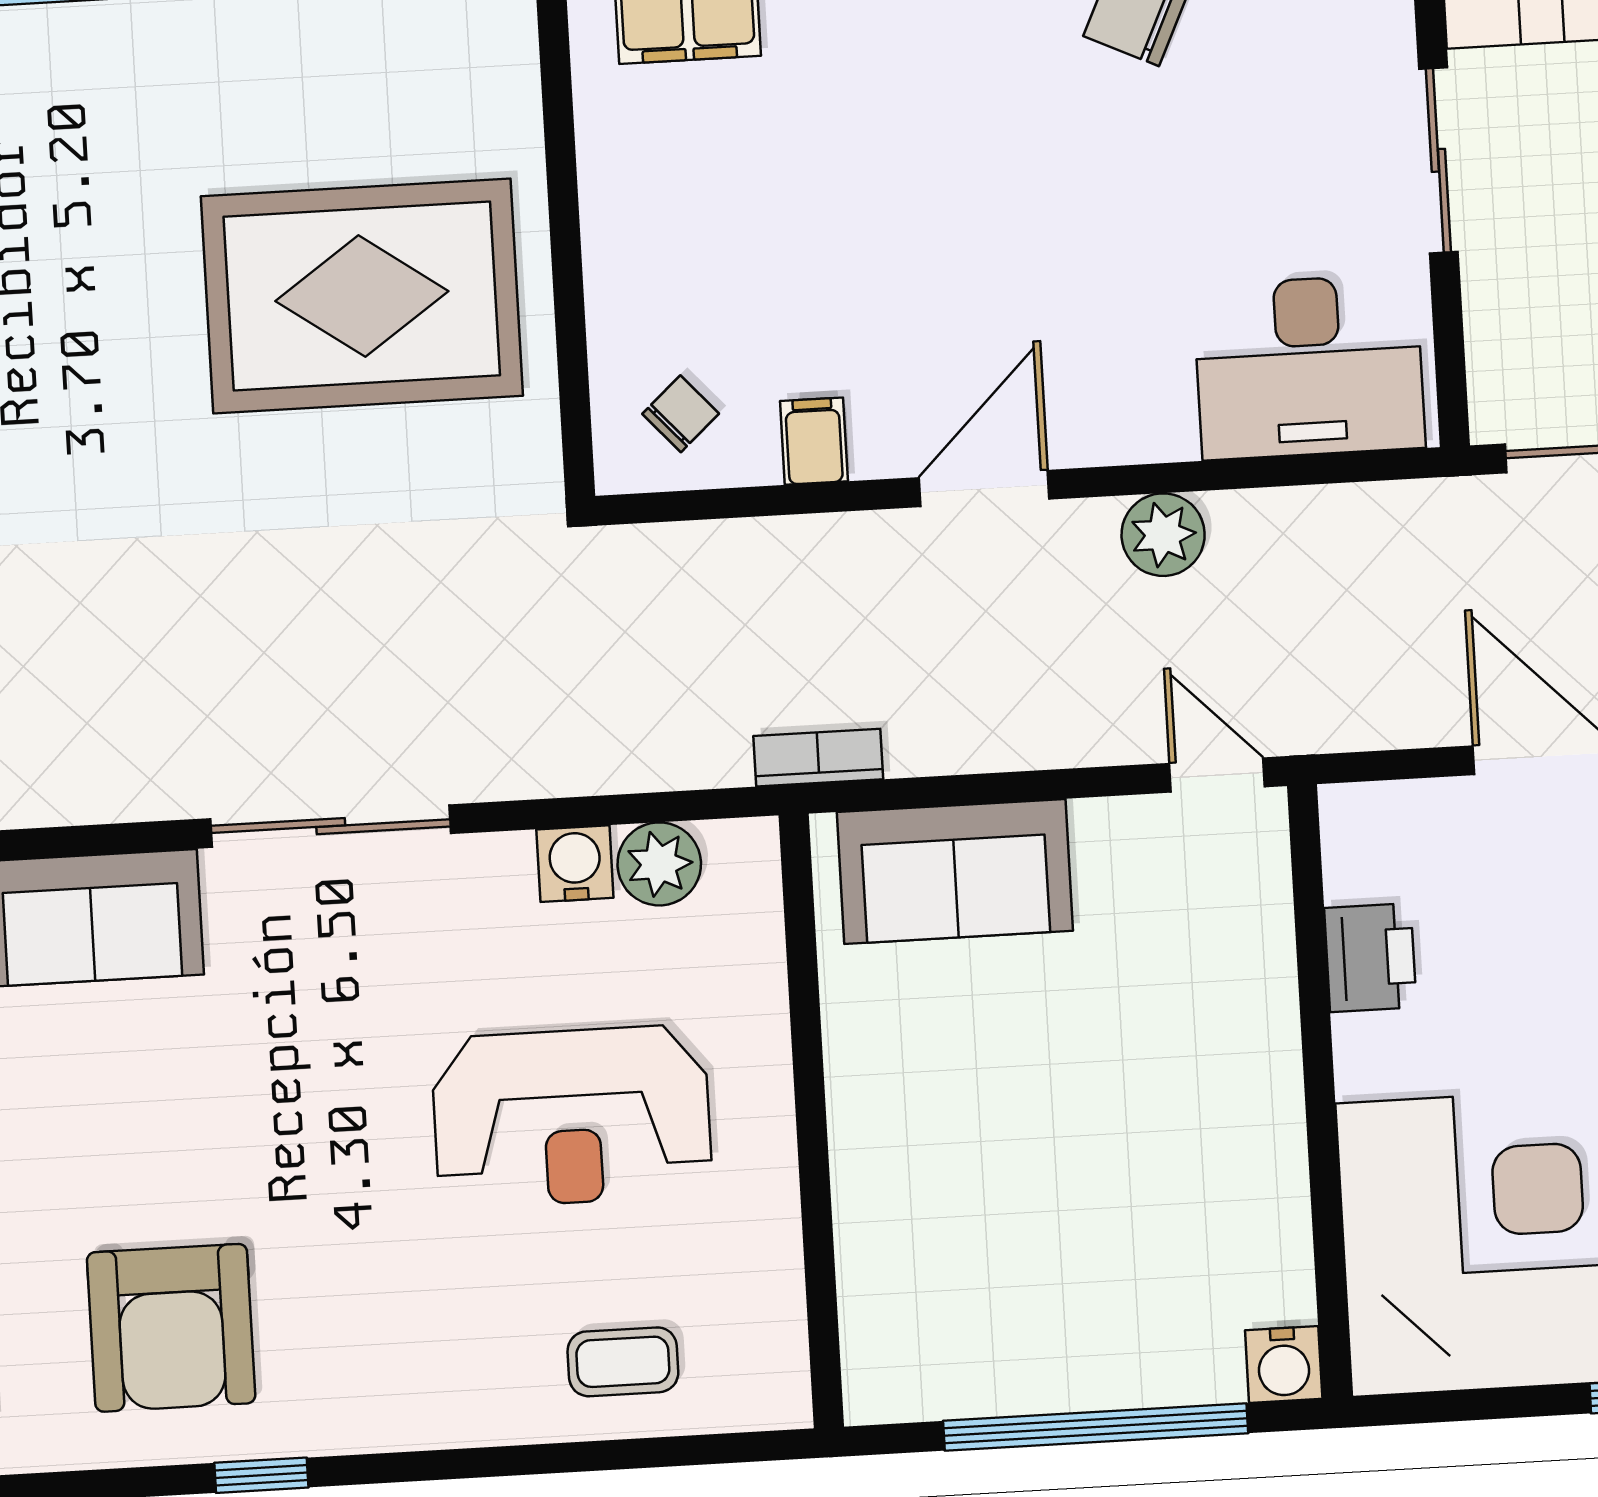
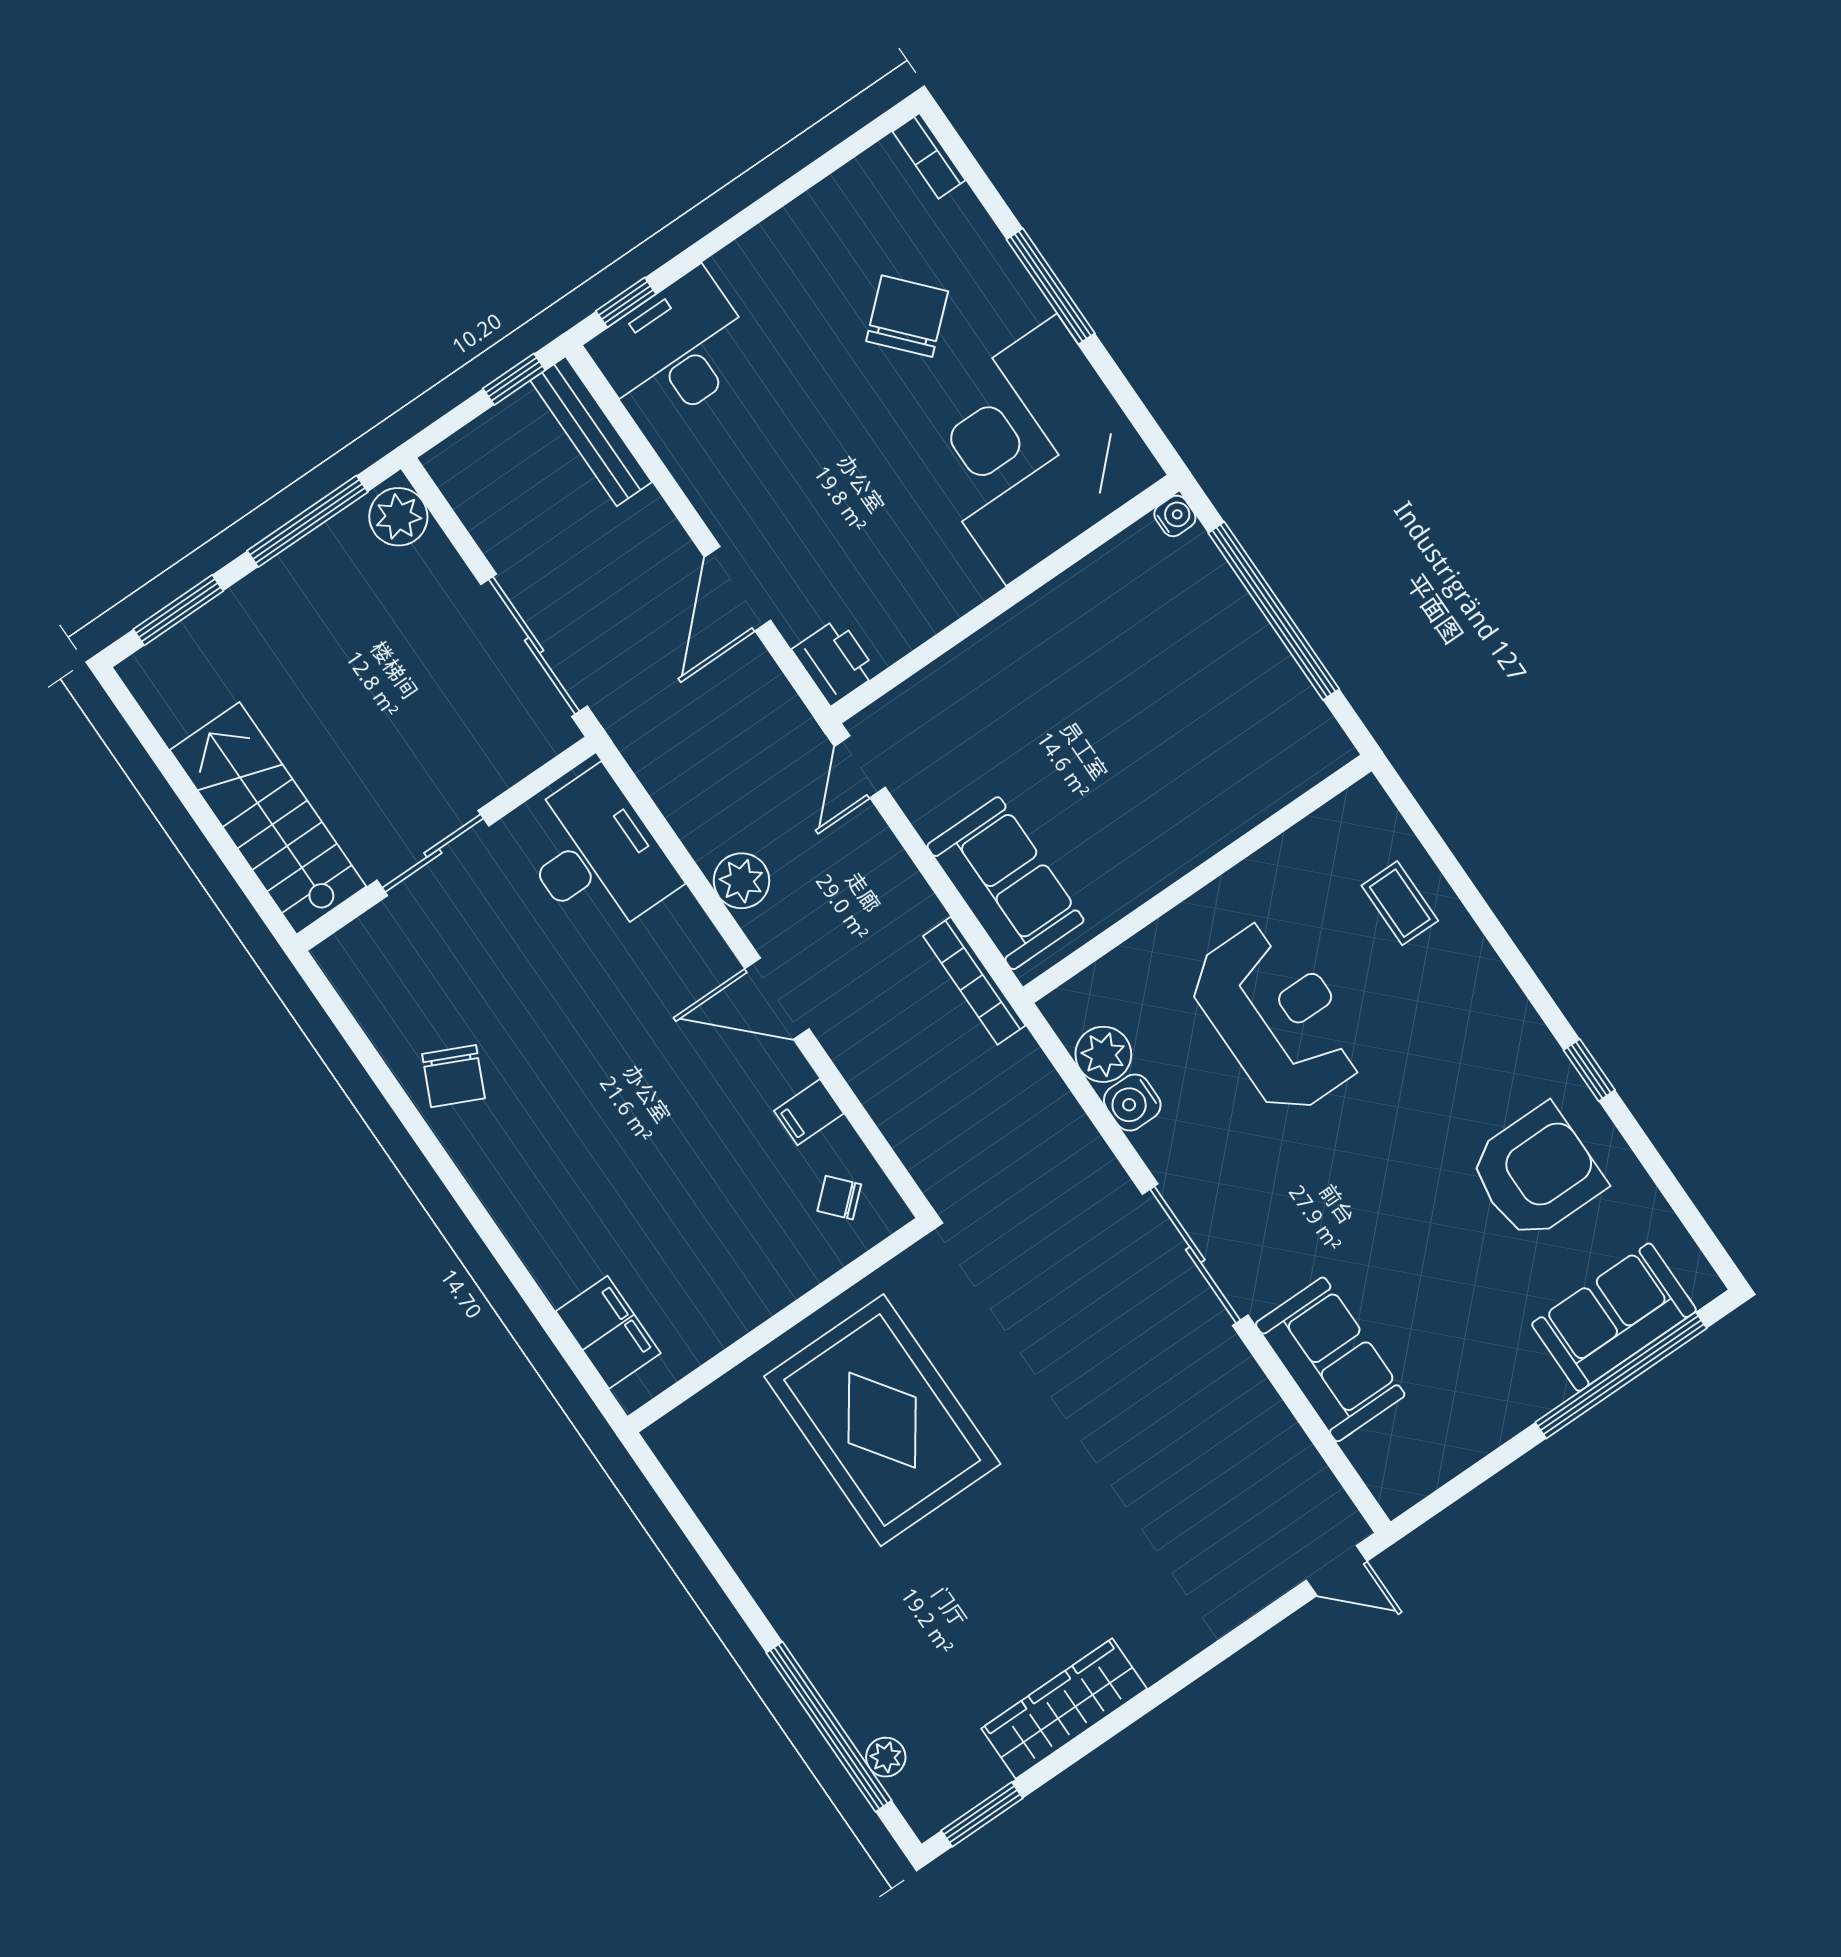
bookcase: (818, 758) -> (974, 981), width x1.56
printer: (1370, 958) -> (835, 662), moved, turned 90
water cooler: (1284, 1365) -> (1175, 516), width x0.72, depth x0.72

